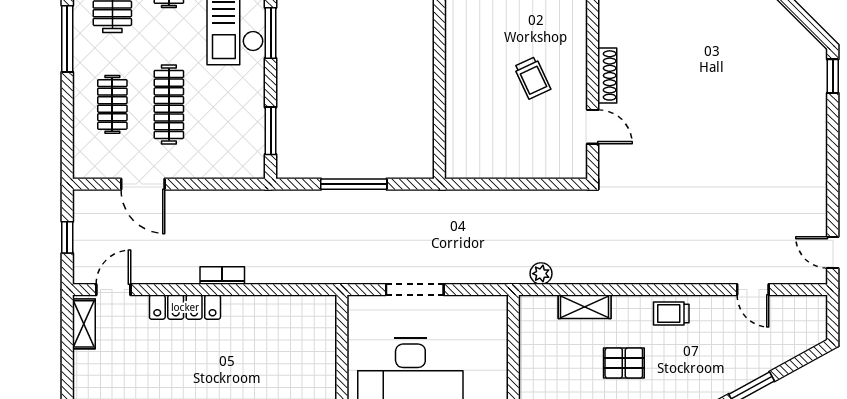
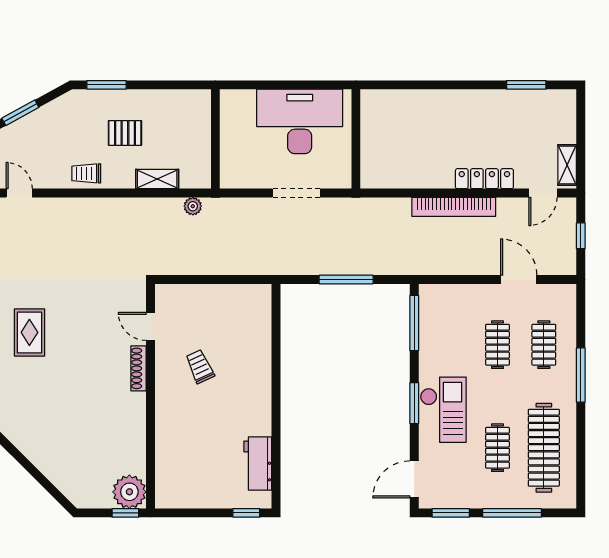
window: (67, 39) -> (581, 375), moved
clothes rail: (169, 104) -> (497, 345), width x0.73
rug: (740, 119) -> (29, 332), added
window: (271, 131) -> (414, 323), width x1.44
bookcase: (222, 276) -> (454, 207), width x2.31, depth x1.31
trolley: (671, 314) -> (86, 173), turned 180

